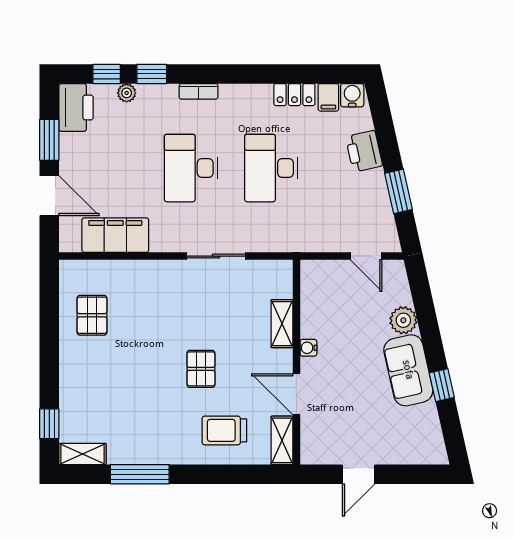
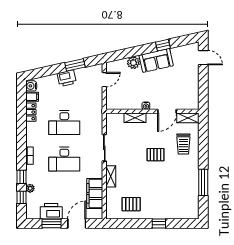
printer: (76, 107) -> (51, 211), moved
printer: (364, 151) -> (67, 78), moved
window: (49, 424) -> (159, 223), moved
shelving: (82, 454) -> (111, 176), moved
door: (359, 474) -> (203, 58), moved

